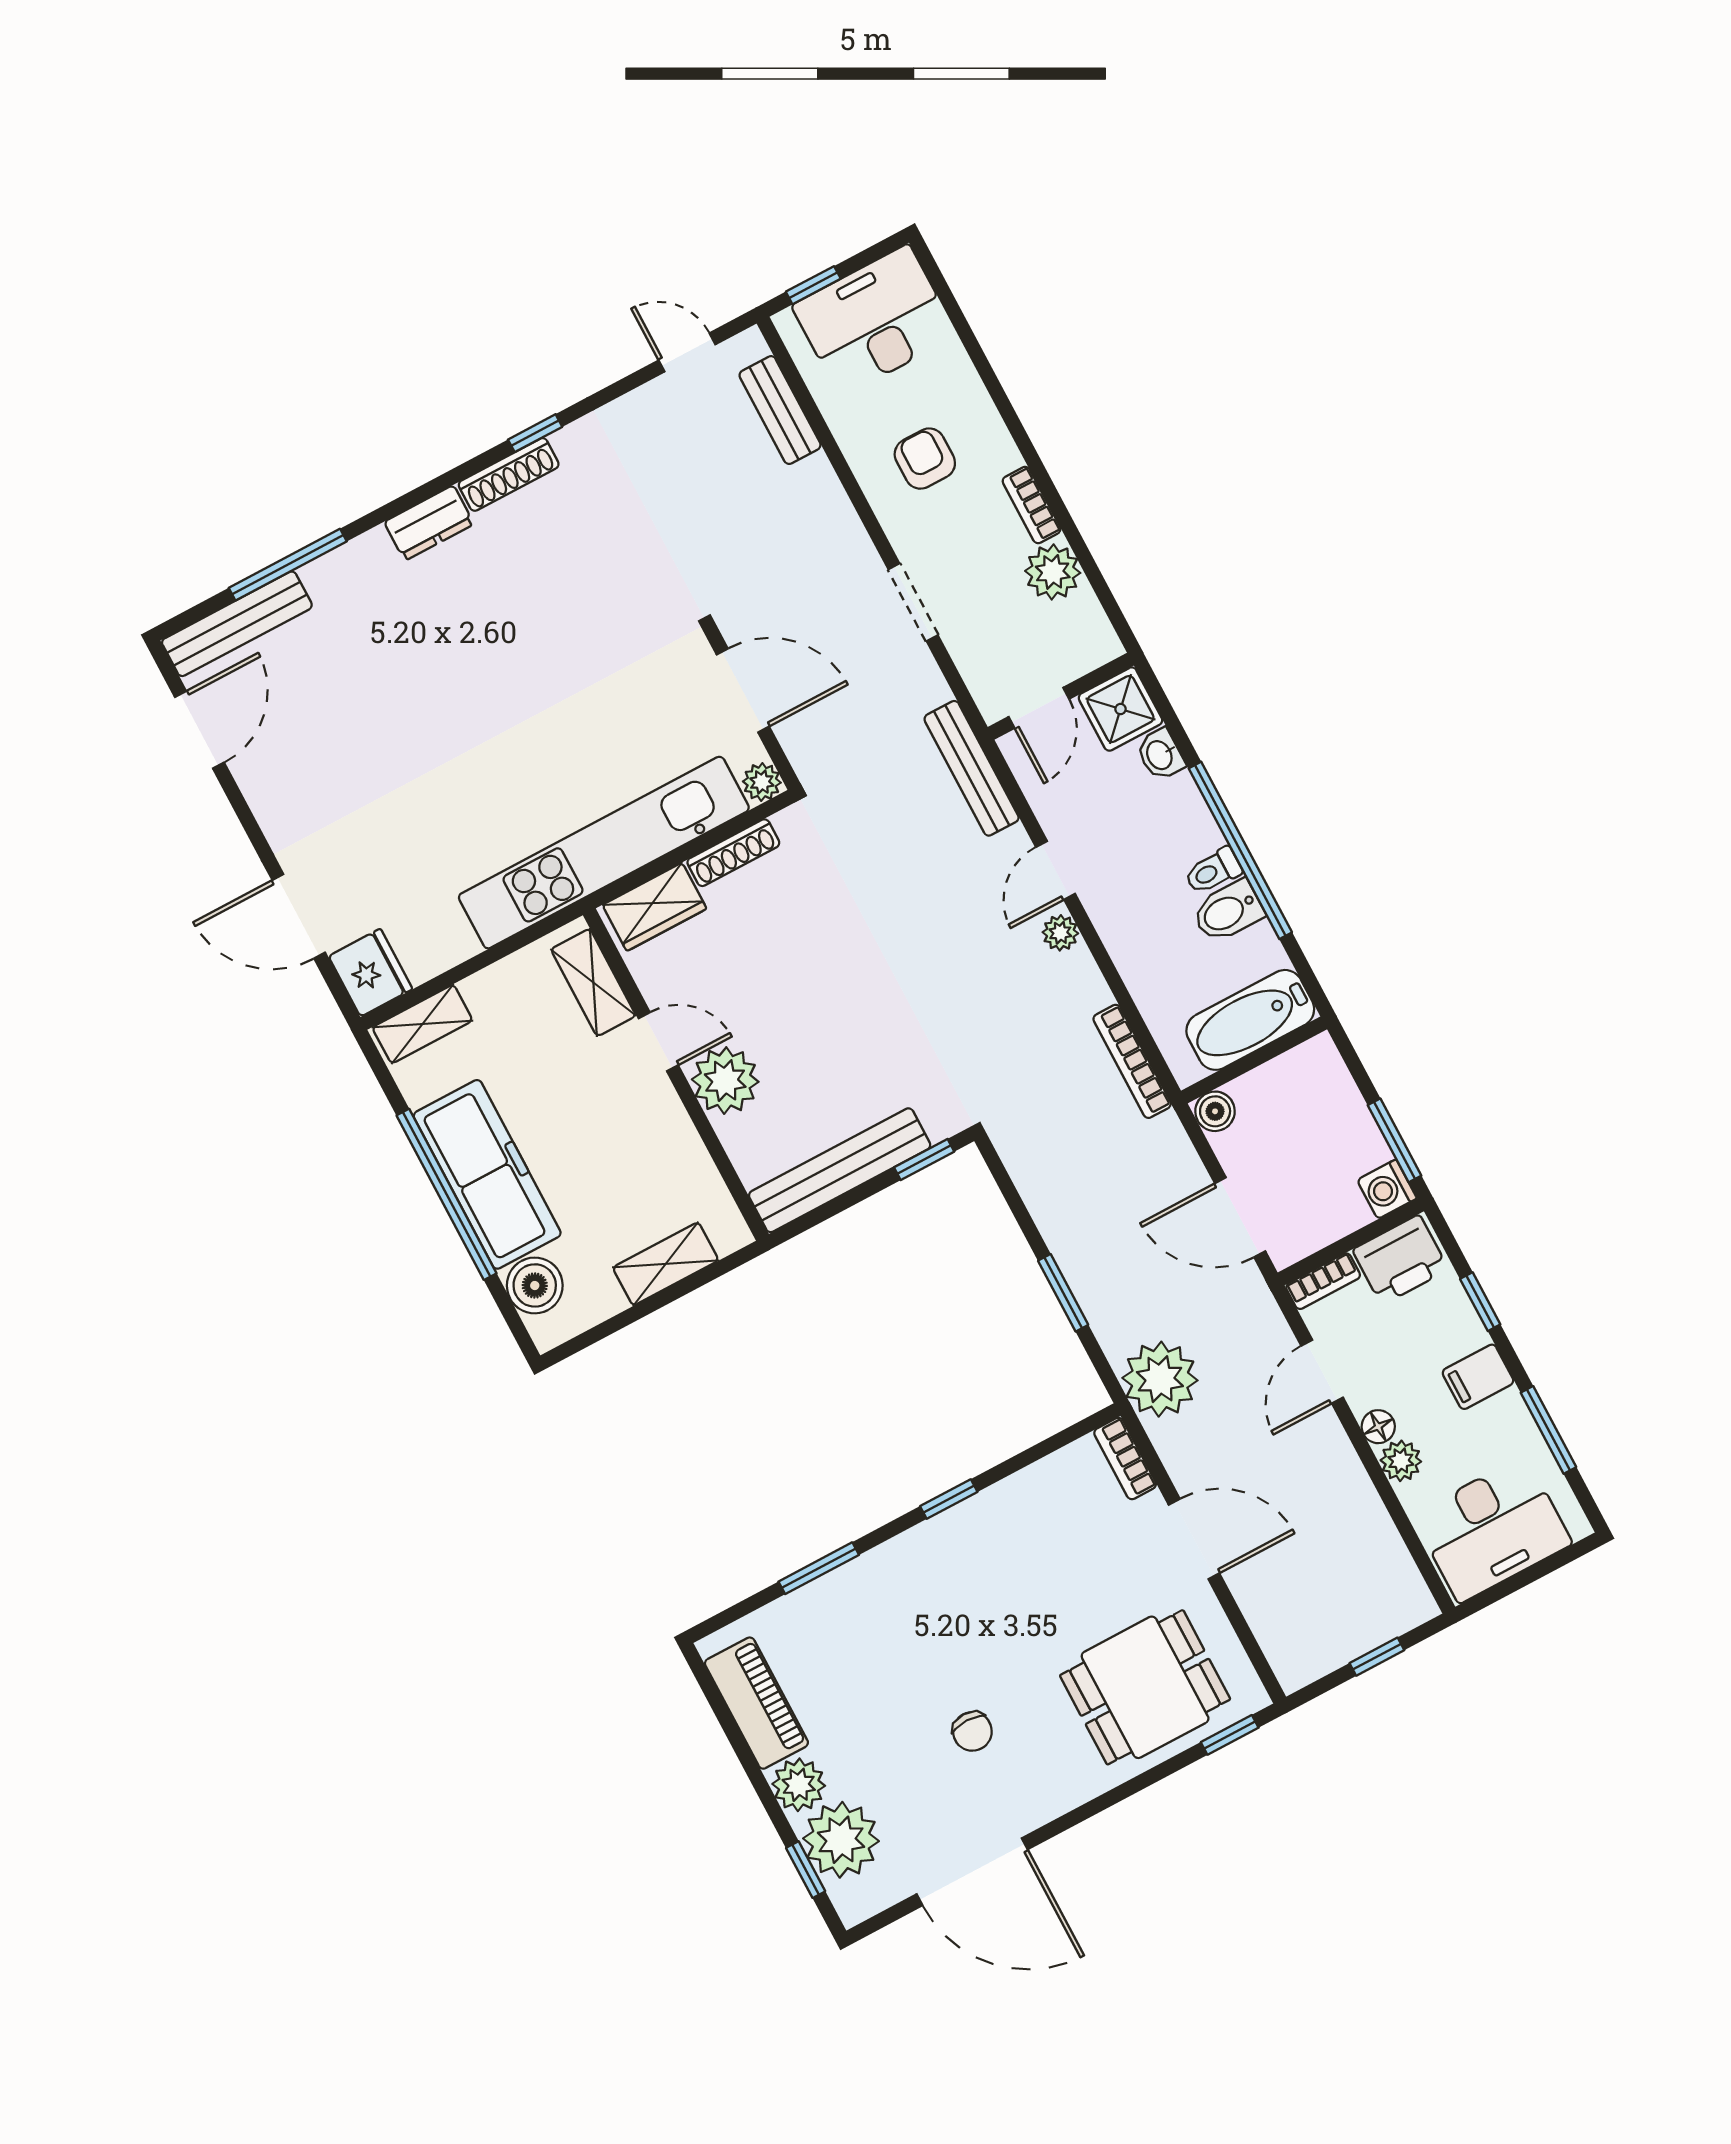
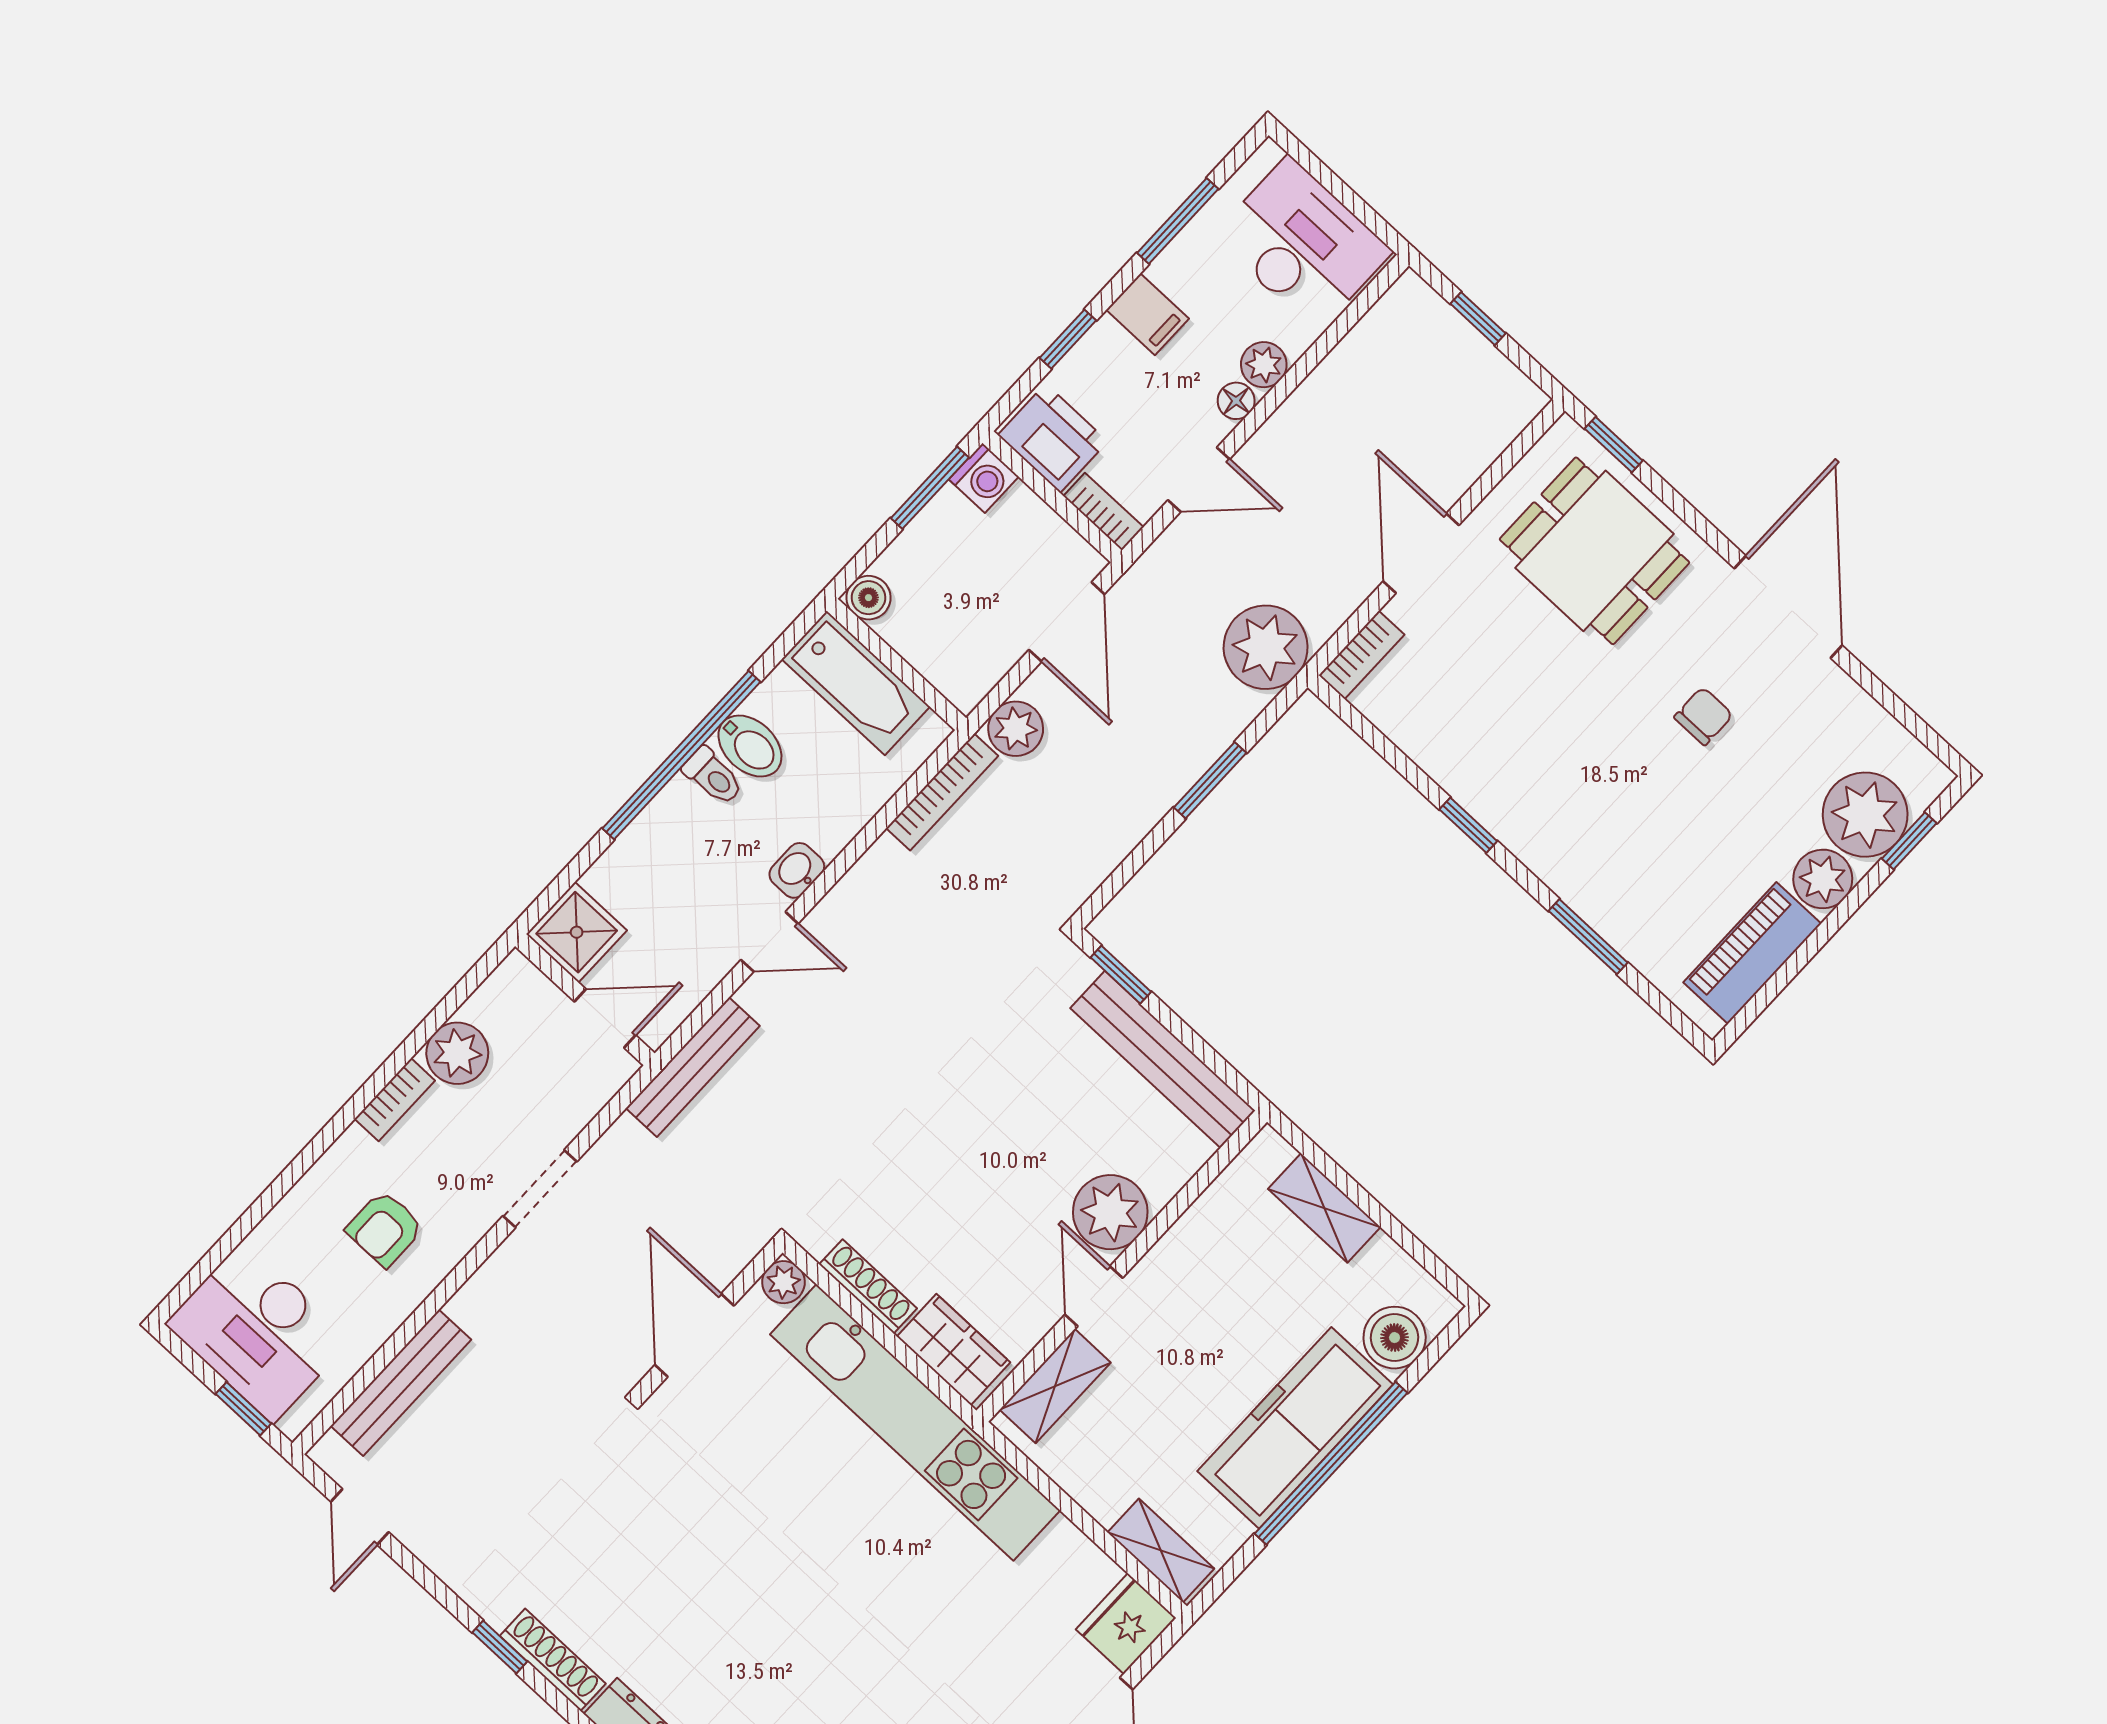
bench: (780, 410) -> (401, 1383), width x1.36
washbasin: (1160, 755) -> (797, 870), moved, turned 180
plant: (1060, 933) -> (1016, 729), moved, width x1.38, depth x1.38
boiler: (1215, 1111) -> (869, 598), moved
door: (972, 1872) -> (1788, 607), moved

